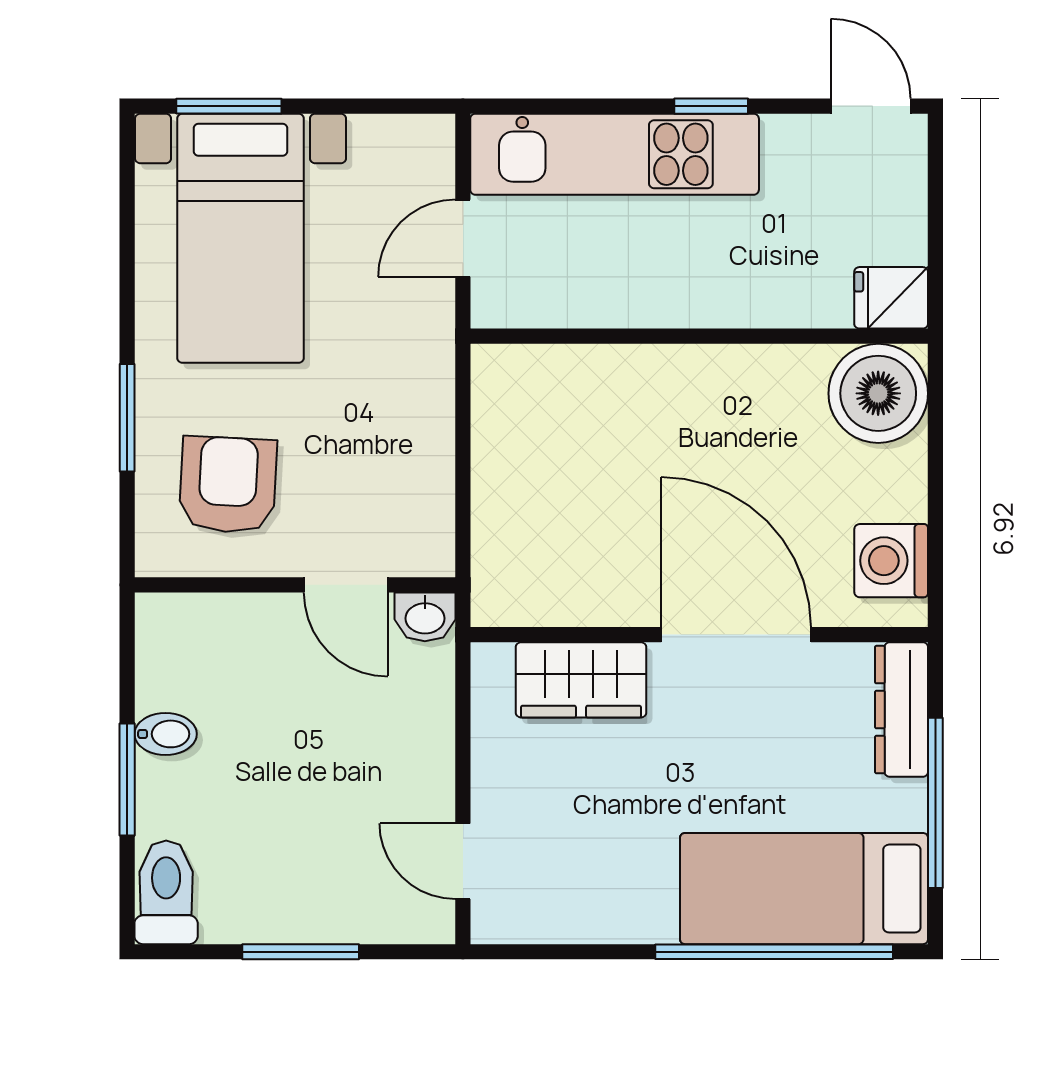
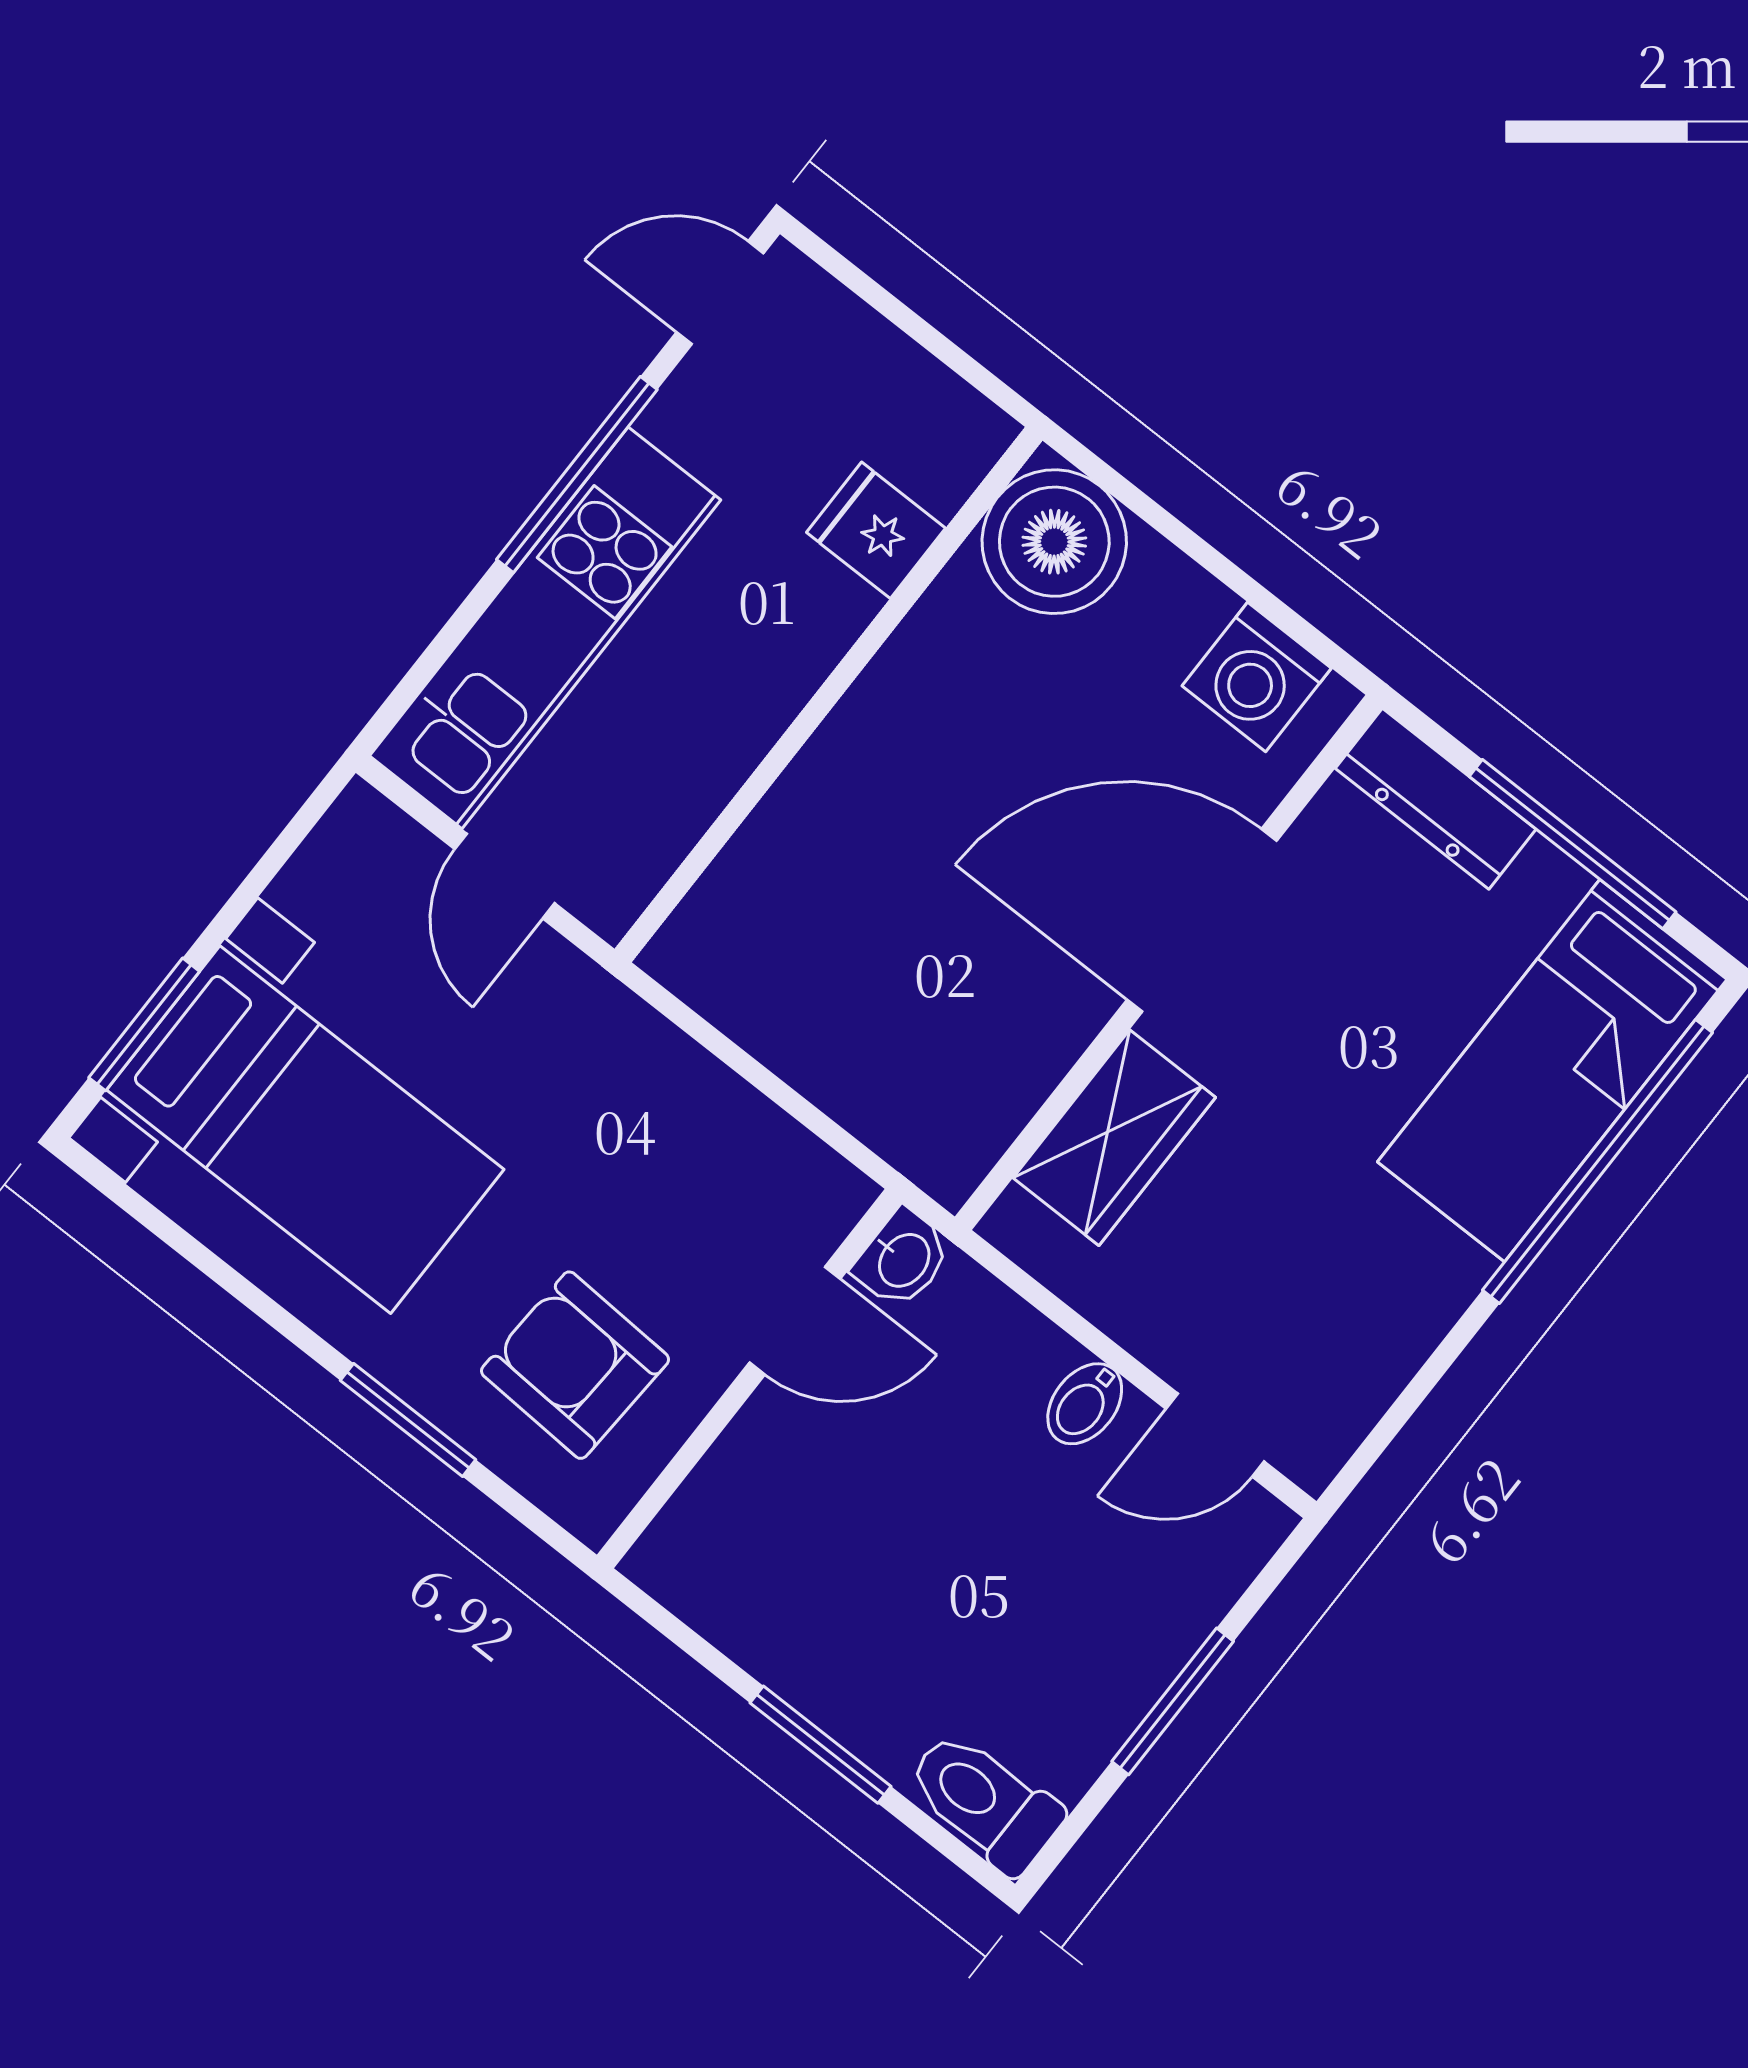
window: (711, 106) -> (577, 475), width x2.17
fridge: (891, 298) -> (876, 530), moved, turned 90
bidet: (166, 734) -> (1085, 1404), moved, turned 180

